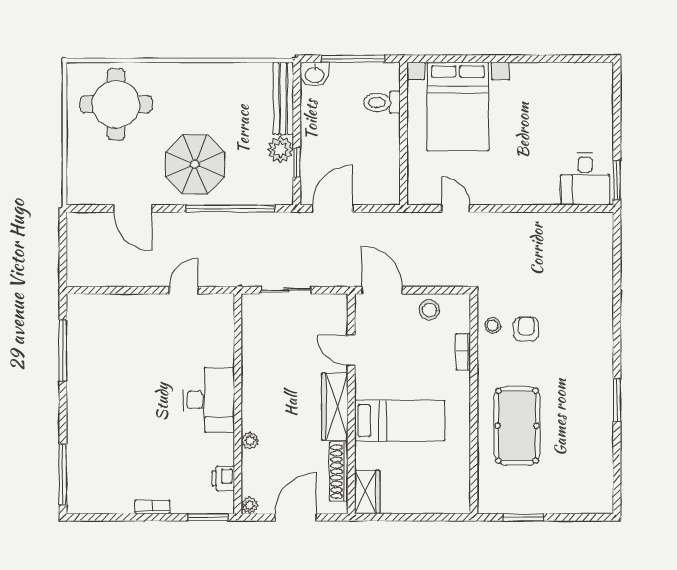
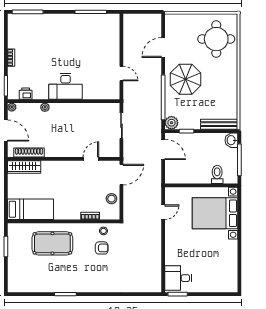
plant: (280, 150) -> (171, 123), moved
wardrobe: (335, 407) -> (62, 151), removed
bed: (400, 421) -> (30, 209), moved, turned -90
wardrobe: (367, 492) -> (24, 167), width x1.50

